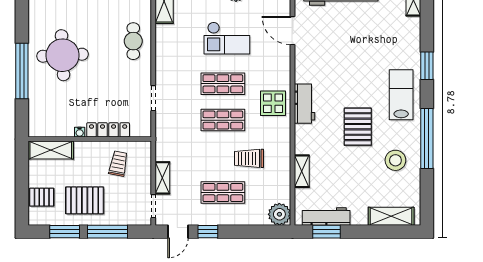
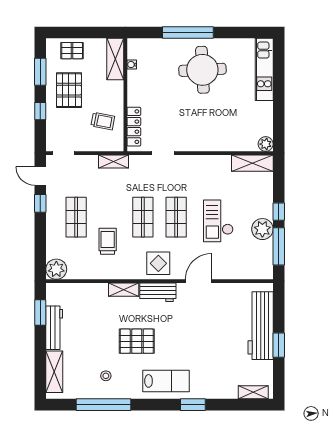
door: (293, 31) -> (199, 281), moved
cafe table: (133, 41) -> (215, 135), removed
locker: (108, 130) -> (134, 127), moved
water cooler: (80, 132) -> (132, 65), moved
window: (427, 139) -> (103, 405), moved
stool: (395, 160) -> (106, 376), width x0.53, depth x0.53
shelving: (302, 171) -> (124, 290), moved
shelving: (162, 178) -> (114, 162), moved
pallet: (42, 197) -> (72, 51), turned 90
workbench: (326, 217) -> (54, 328), moved
window: (108, 232) -> (40, 111), width x0.46

